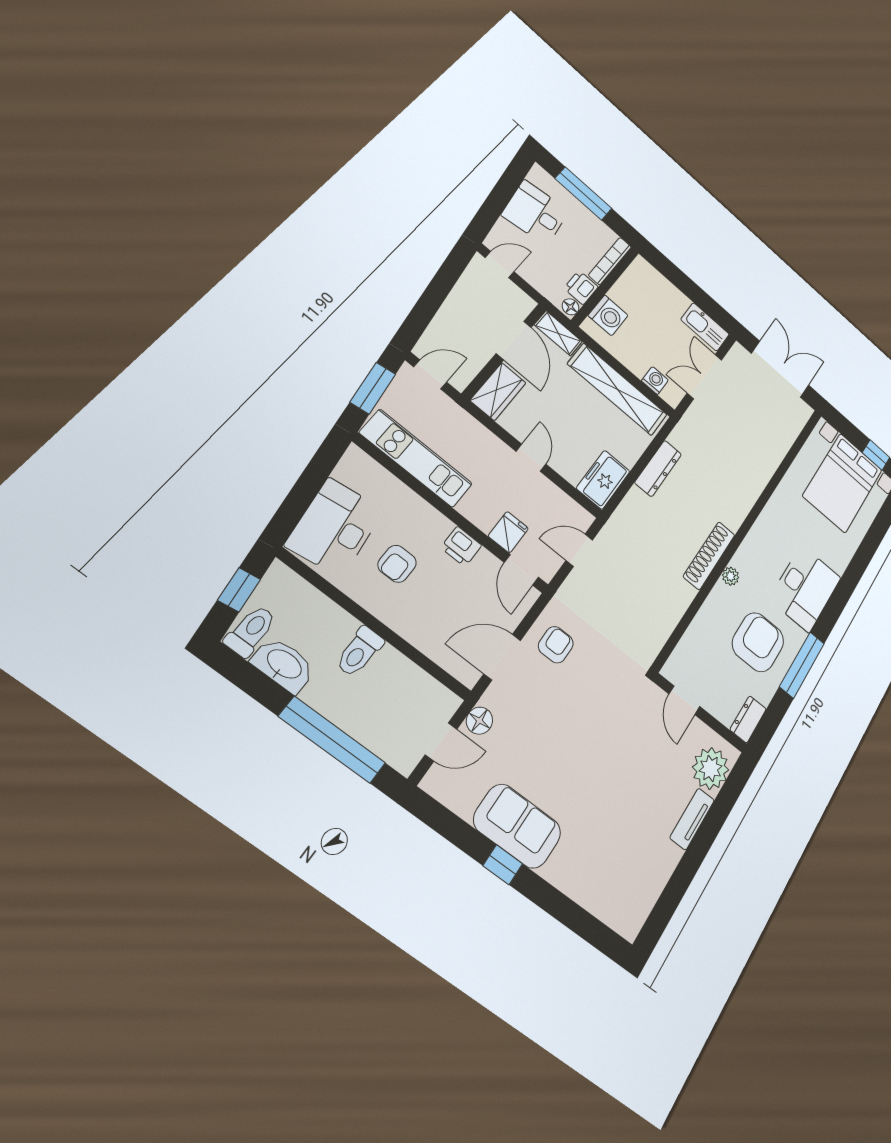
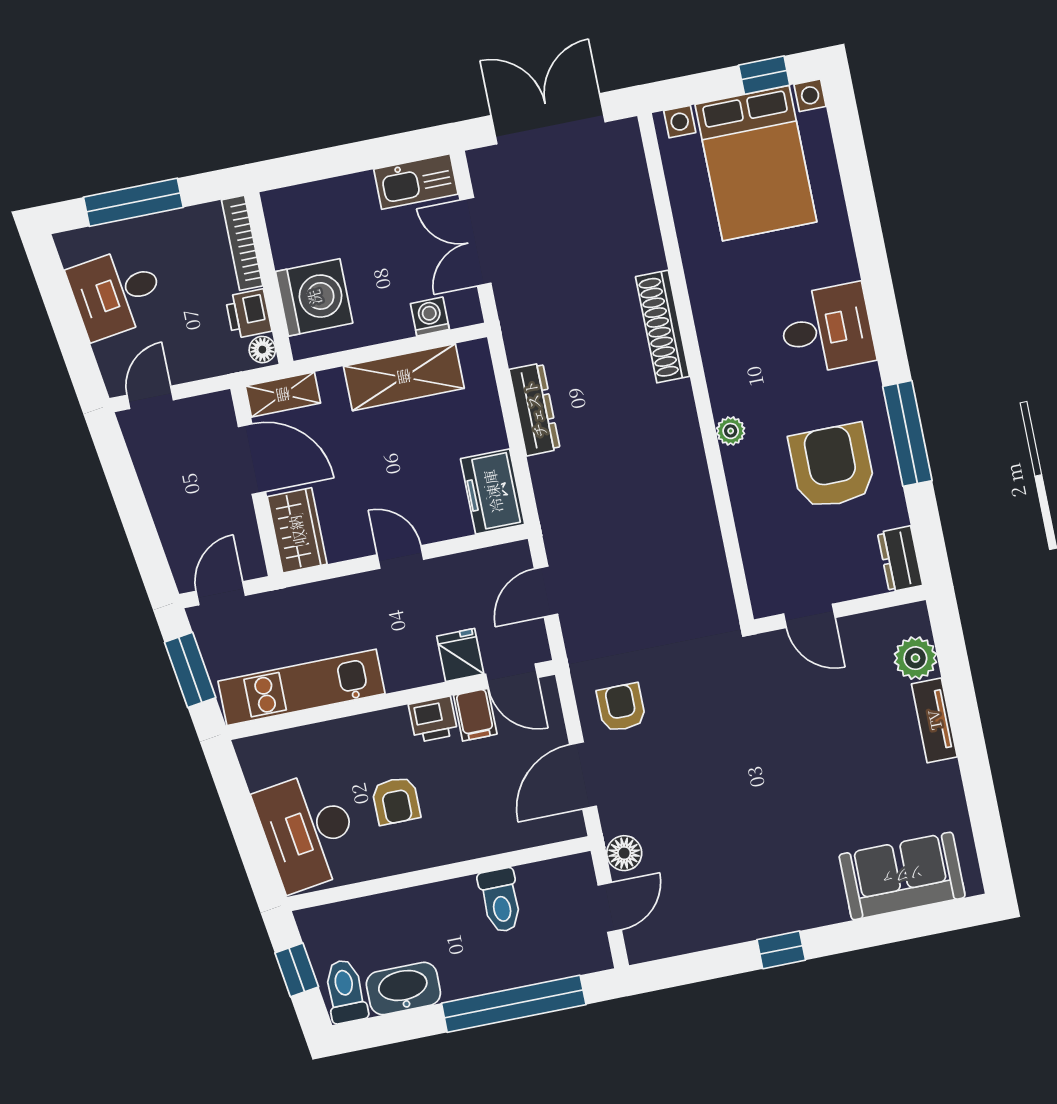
washing machine: (608, 315) -> (314, 297), width x1.37, depth x1.37
shelving: (618, 389) -> (404, 377), width x0.68
shoe rack: (709, 556) -> (663, 326), moved
filing cabinet: (484, 568) -> (475, 715), added
desk: (805, 588) -> (827, 329), width x0.73
toilet: (359, 652) -> (500, 900), moved
plant: (711, 768) -> (915, 658), width x0.73, depth x0.73
sofa: (517, 826) -> (902, 876), moved

